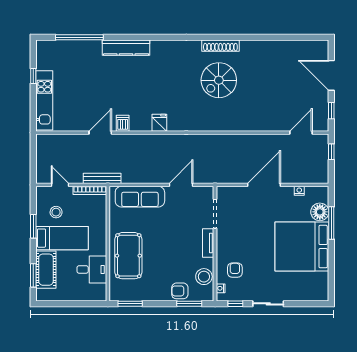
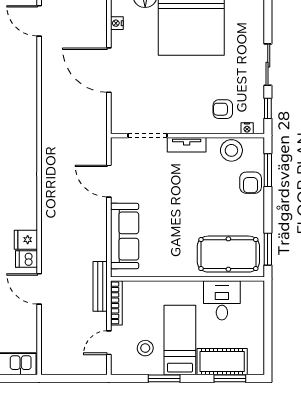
fridge: (159, 123) -> (26, 240), moved
pool table: (128, 256) -> (228, 254), moved

